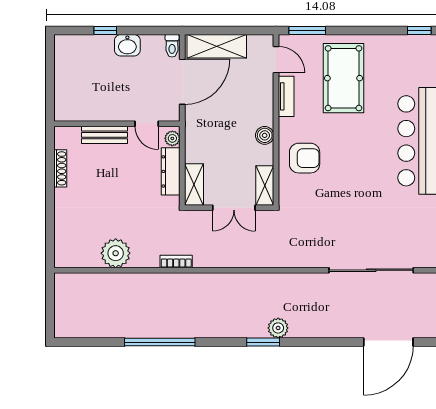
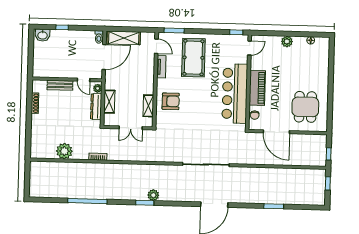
washbasin: (127, 45) -> (43, 35), moved
boiler: (265, 135) -> (149, 88), removed
shelving: (194, 185) -> (109, 102), moved
shelving: (265, 185) -> (148, 106), moved

